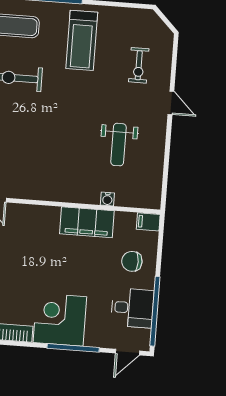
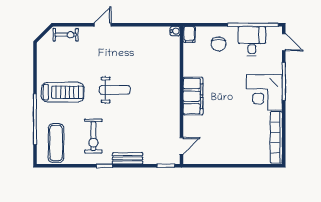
exercise bike: (139, 65) -> (66, 35), moved
weight bench: (119, 145) -> (115, 90), moved
water cooler: (107, 199) -> (175, 31), moved
filing cabinet: (87, 222) -> (193, 96), moved

